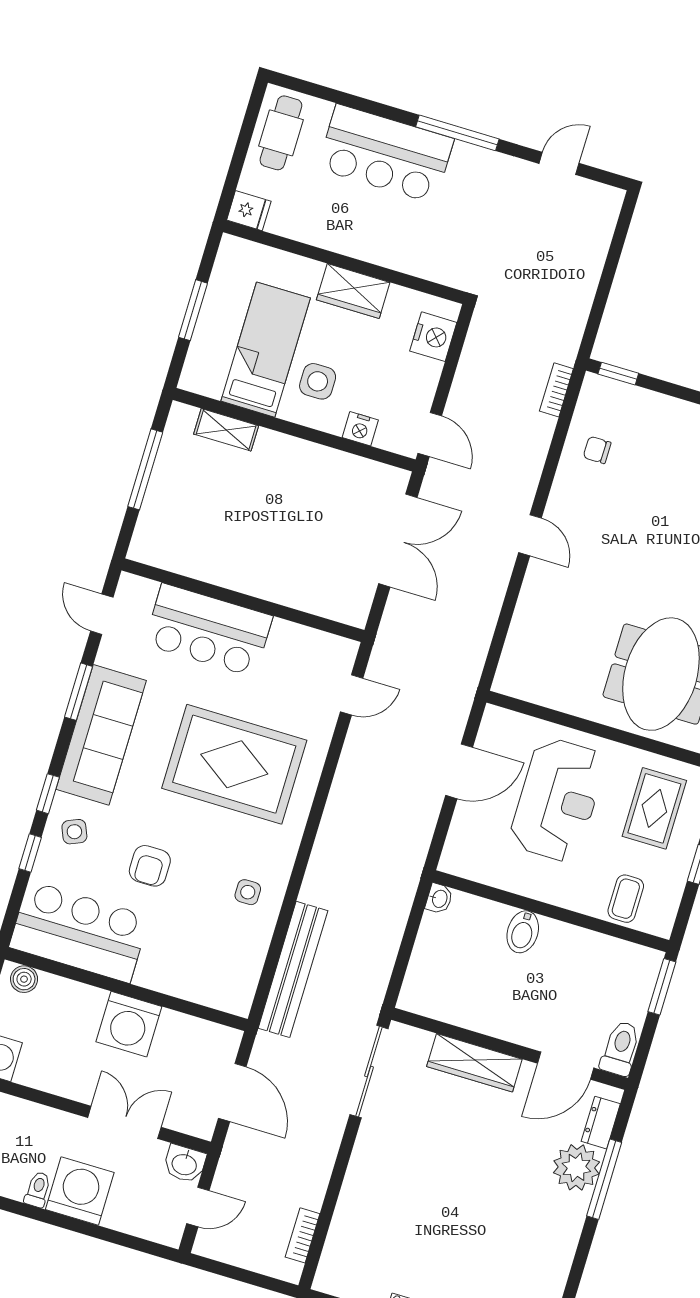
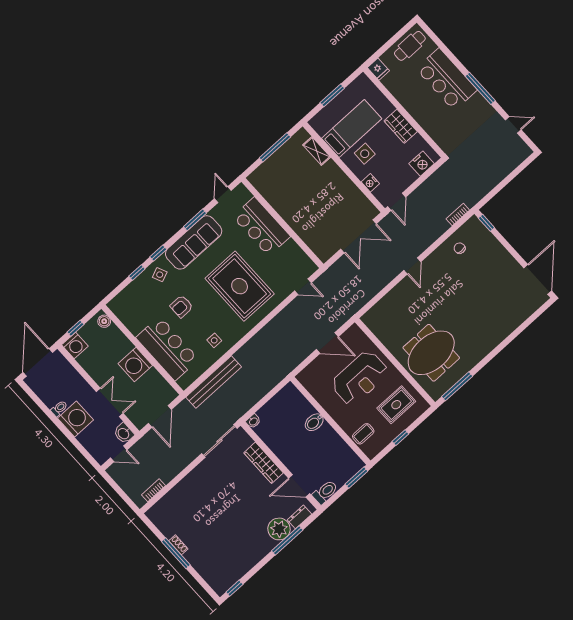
washbasin: (439, 899) -> (253, 421), moved
bar counter: (79, 932) -> (167, 348), moved

